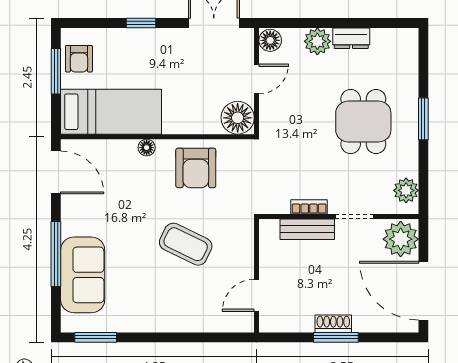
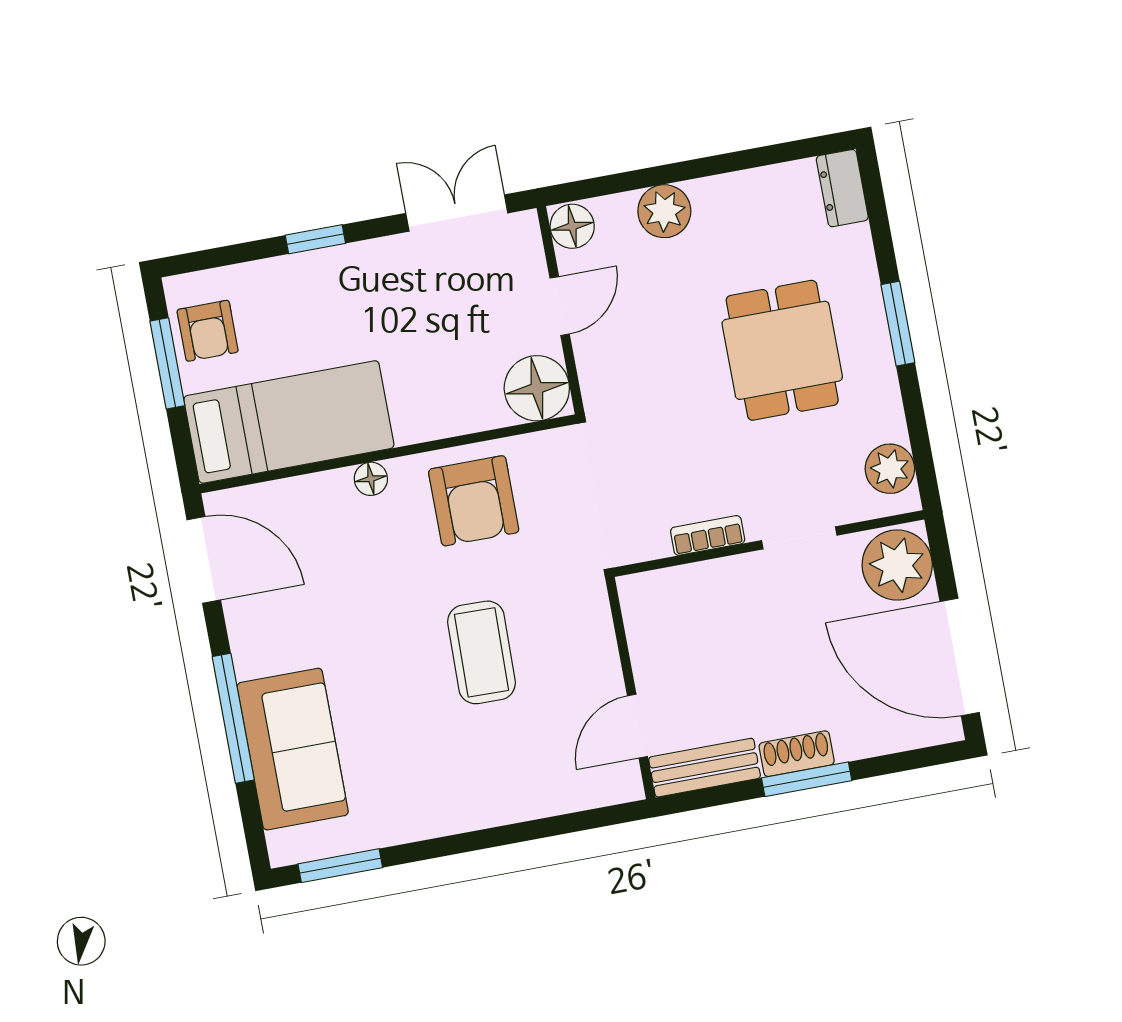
dresser: (351, 38) -> (842, 188), moved, turned 90
bench: (307, 229) -> (705, 768), moved
coffee table: (186, 244) -> (481, 652), turned 65

